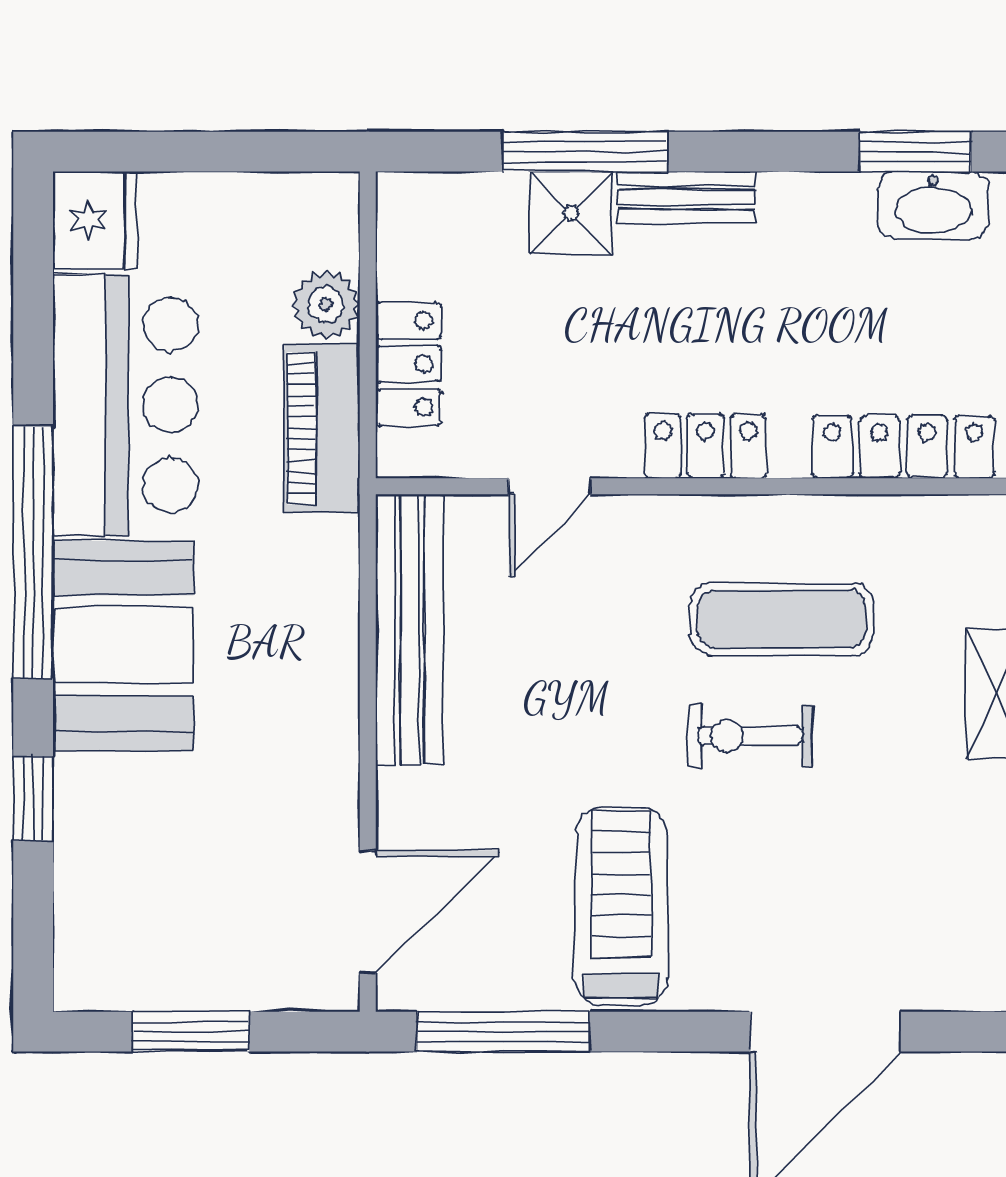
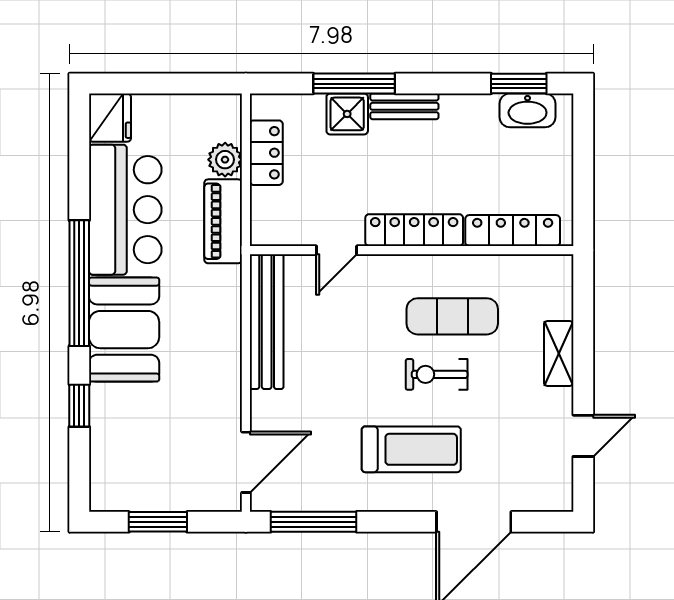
locker: (409, 364) -> (266, 153), moved
locker: (706, 446) -> (414, 230), width x1.53
treadmill: (621, 906) -> (411, 449), moved, turned 90

